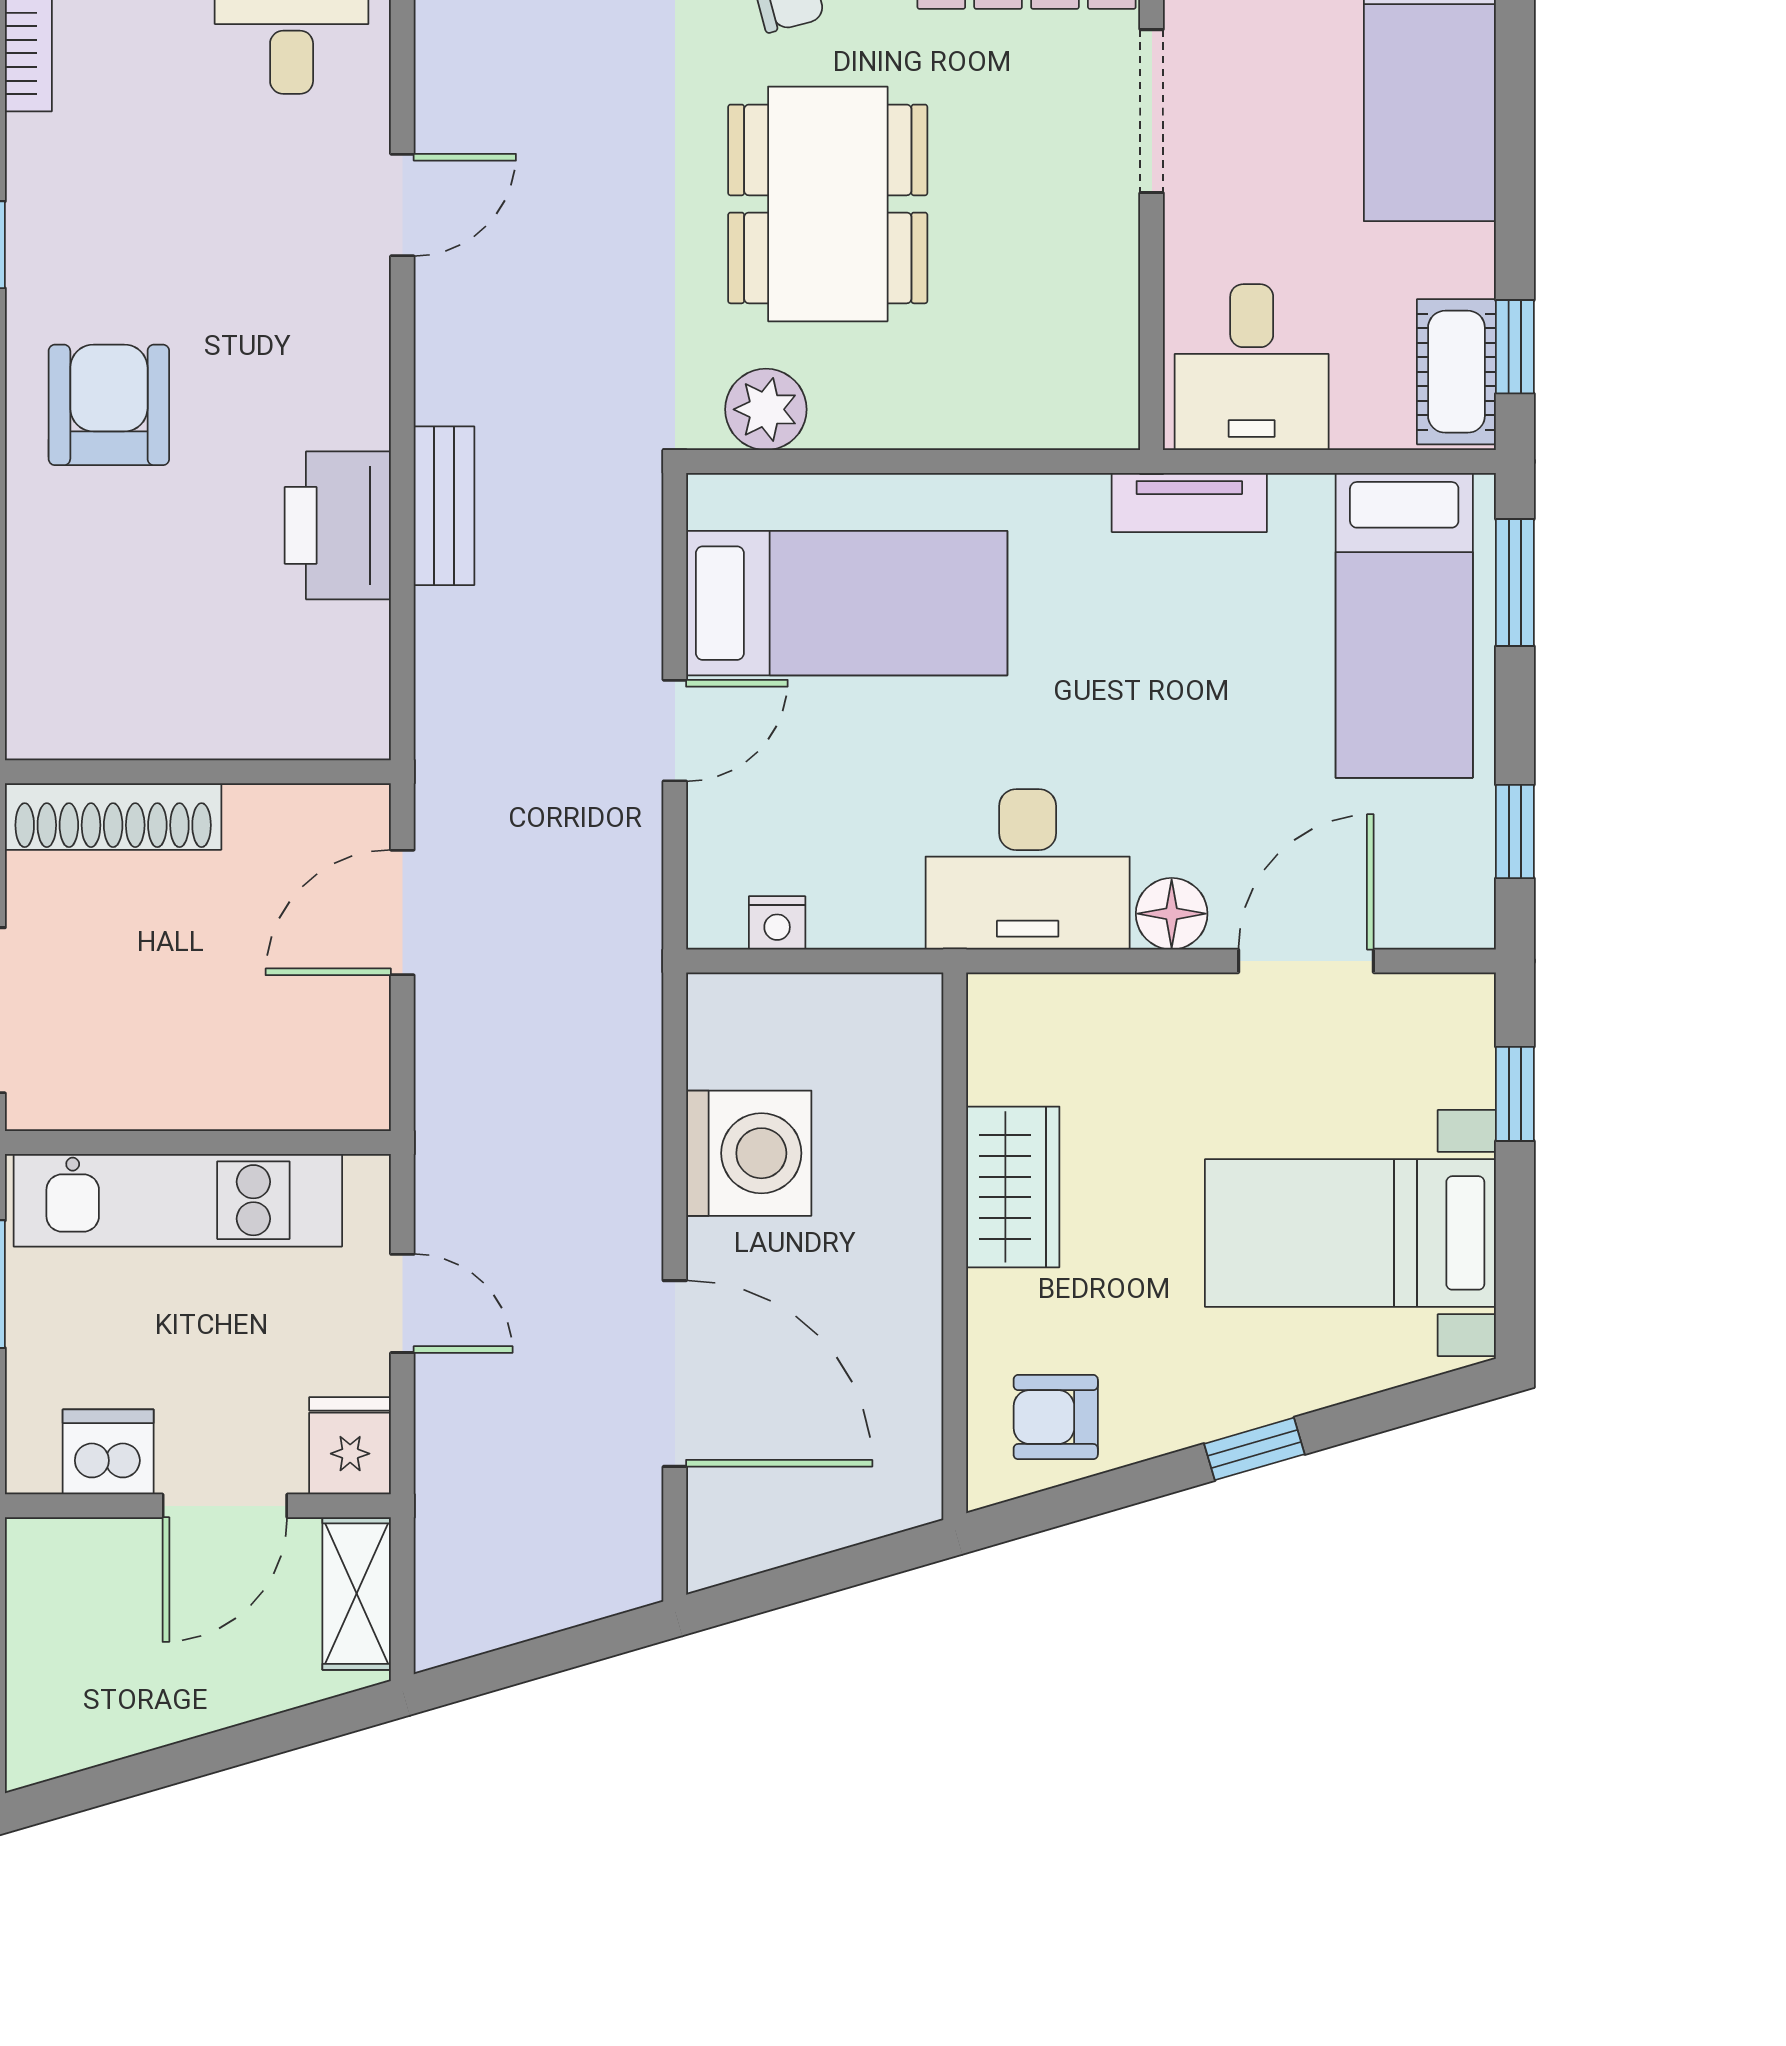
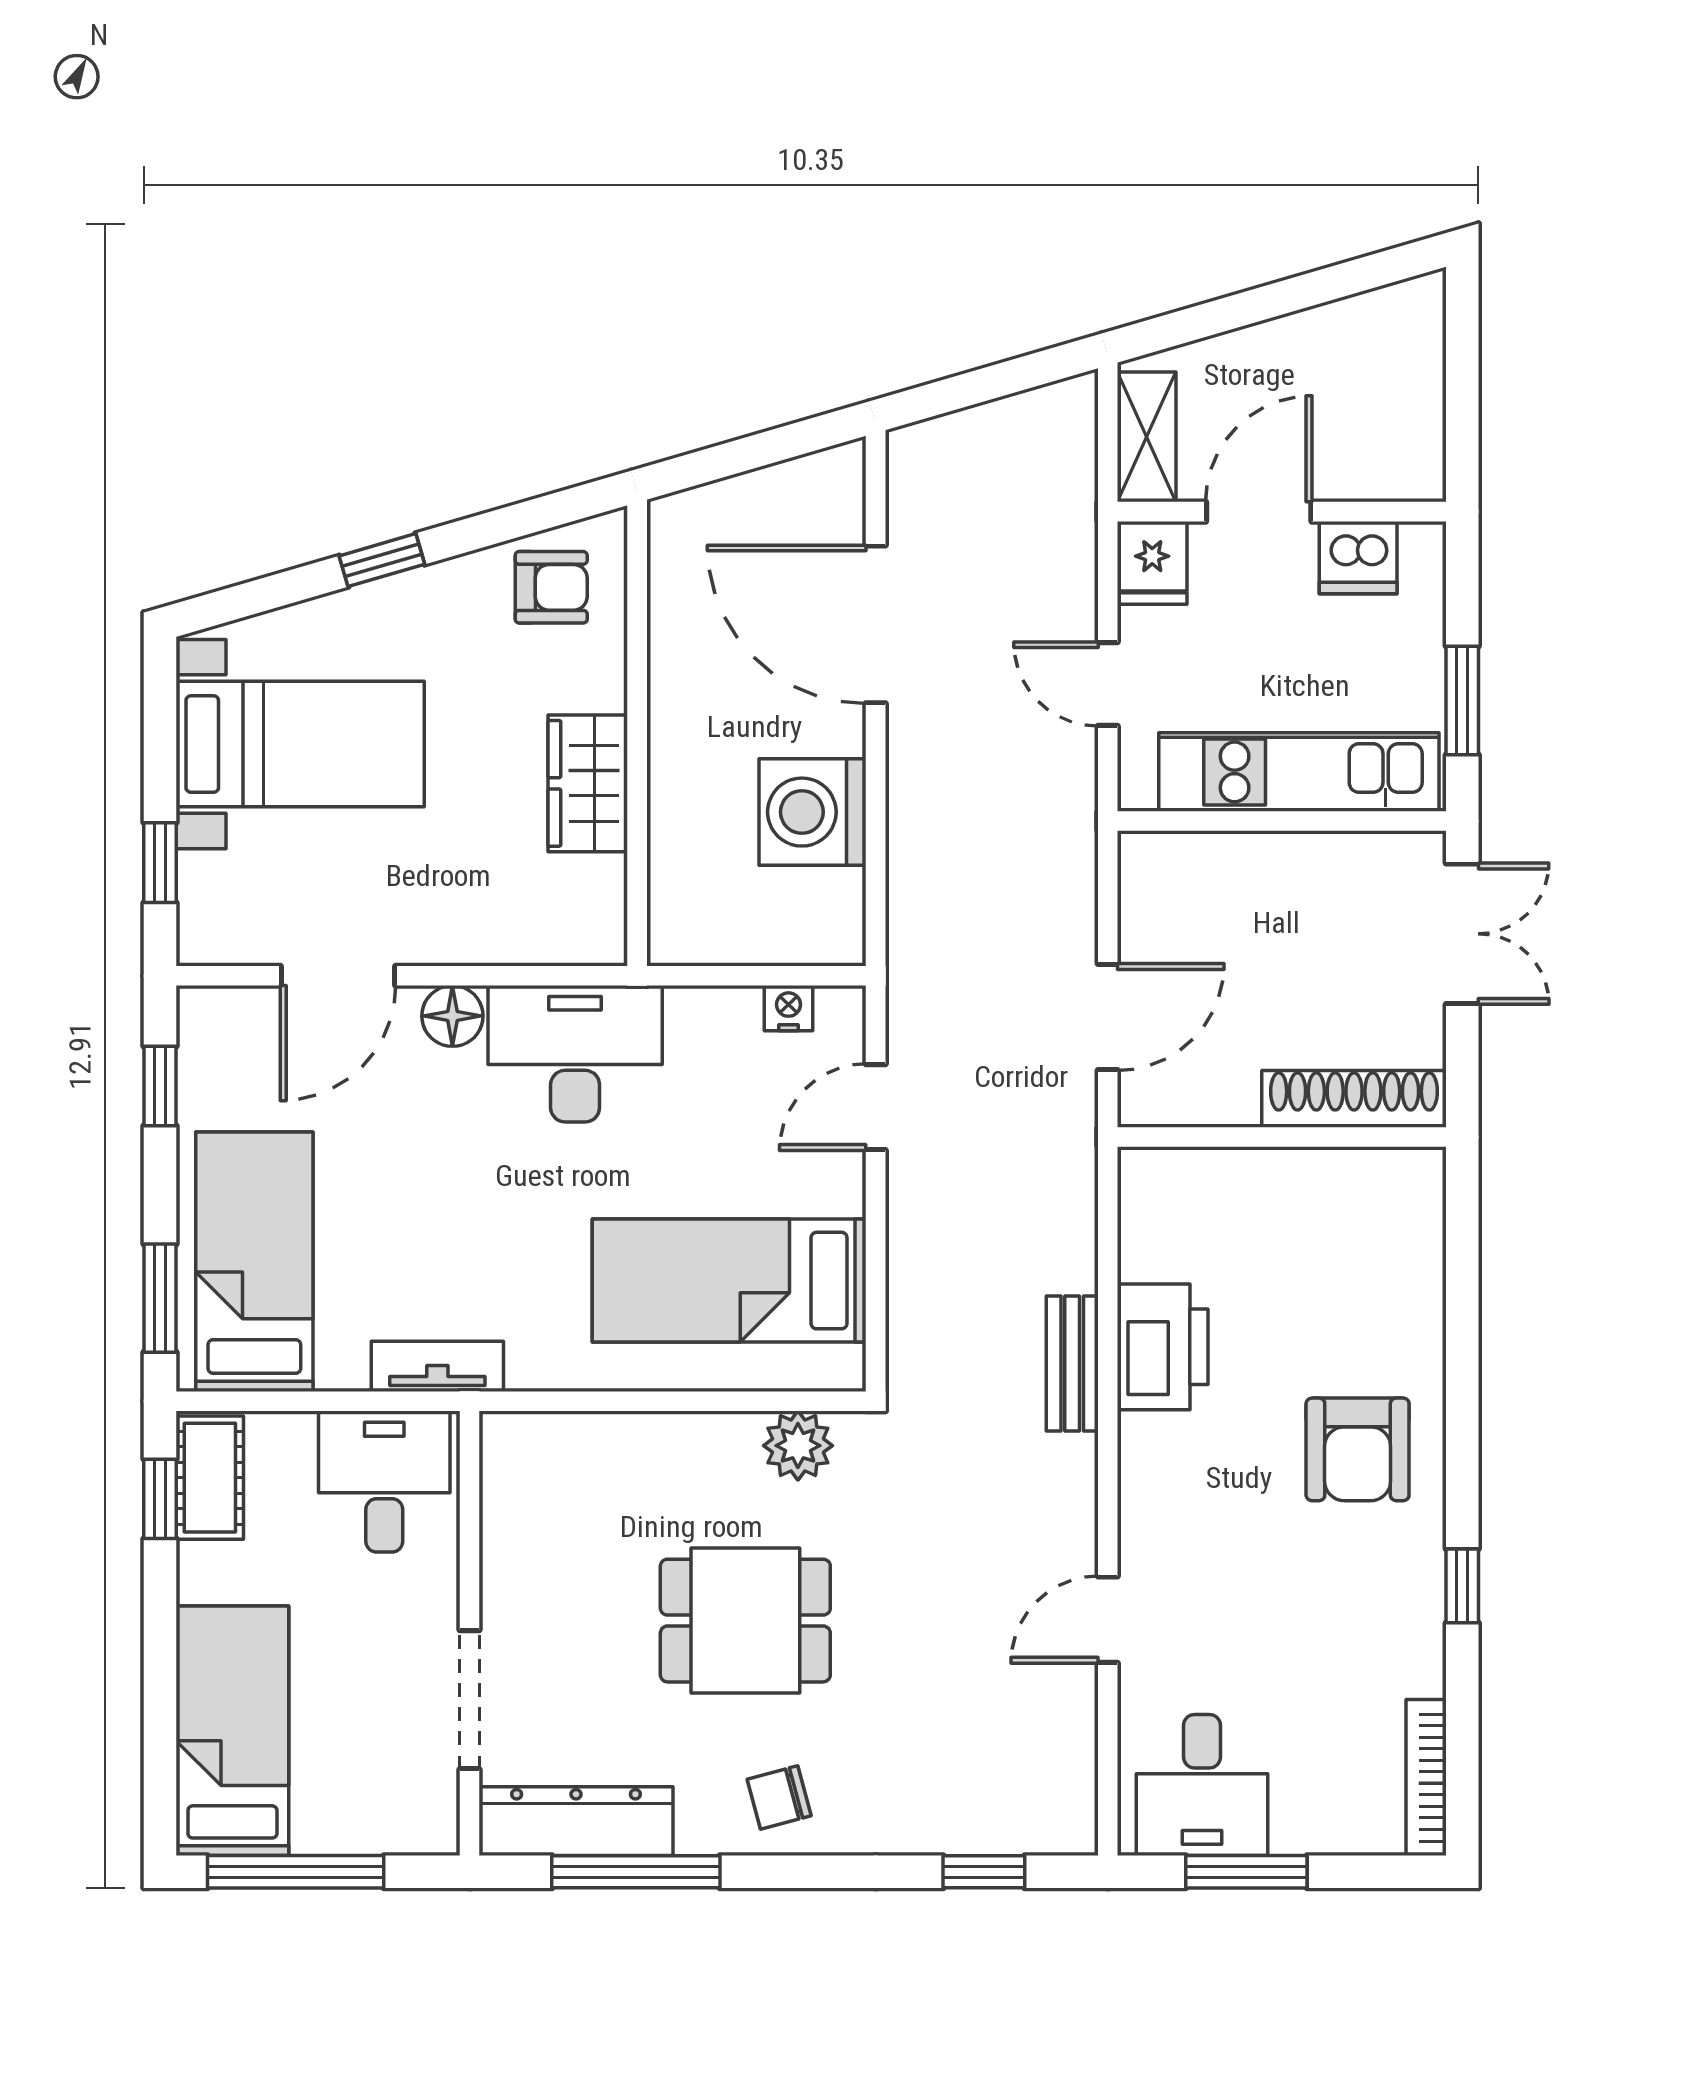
dining table: (828, 204) -> (745, 1621), width x0.73
door: (675, 731) -> (876, 1107), moved

